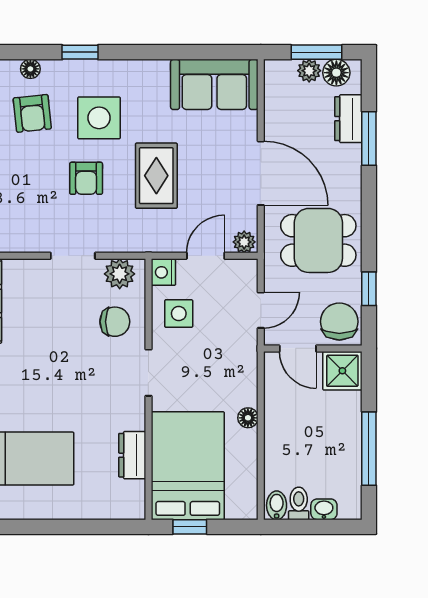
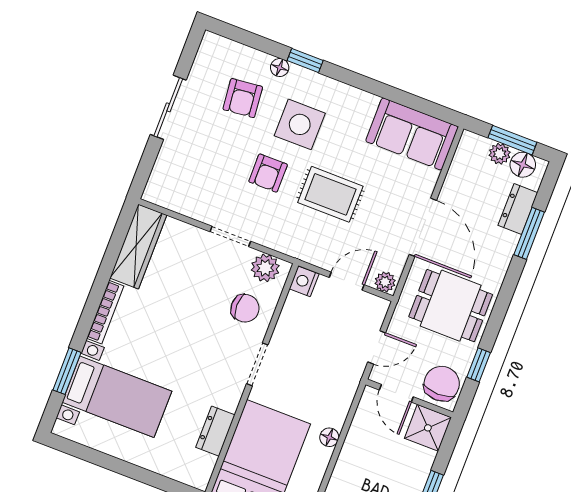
floor lamp: (30, 69) -> (280, 68), moved
rug: (156, 176) -> (330, 194), turned 90
side table: (179, 314) -> (304, 323), removed

